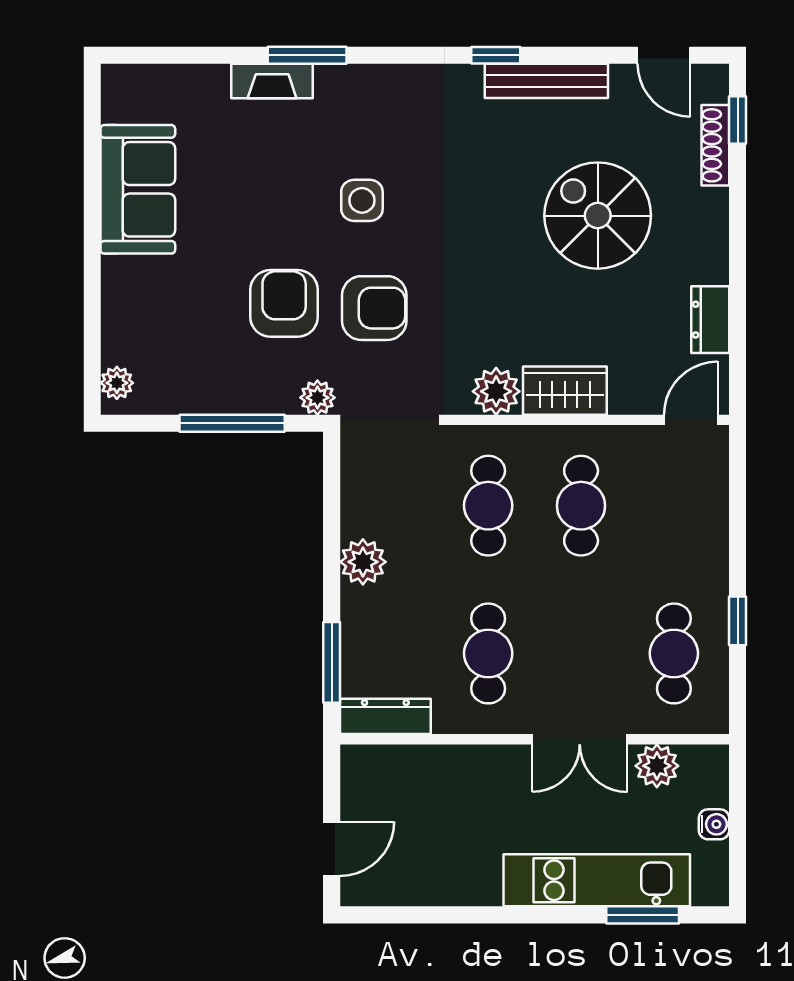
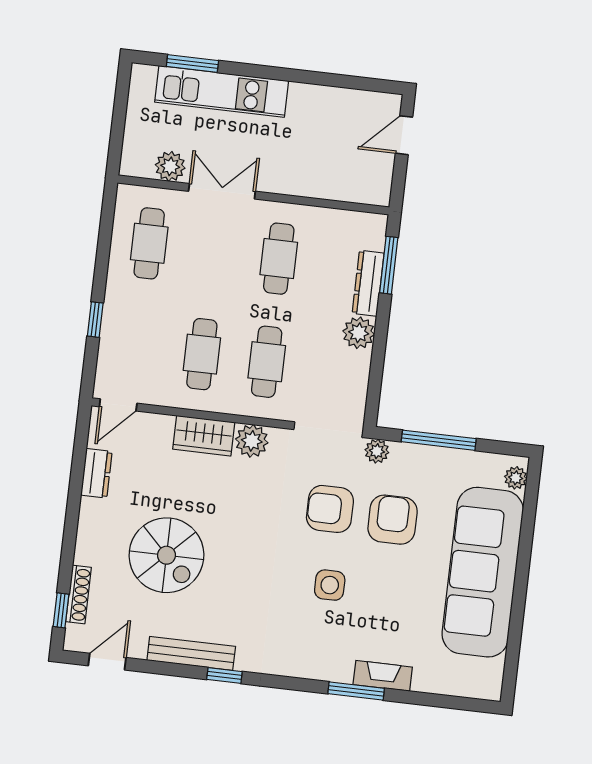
door: (664, 55) -> (107, 662), hinge flipped
sofa: (138, 189) -> (483, 572), width x1.85, depth x1.27
armchair: (284, 303) -> (393, 520), turned 180
window: (738, 621) -> (95, 320), moved
dresser: (385, 716) -> (368, 283), moved, turned 90
water cooler: (714, 824) -> (135, 121), removed

